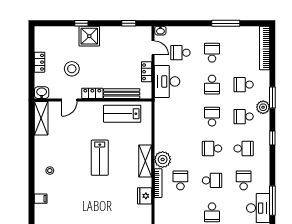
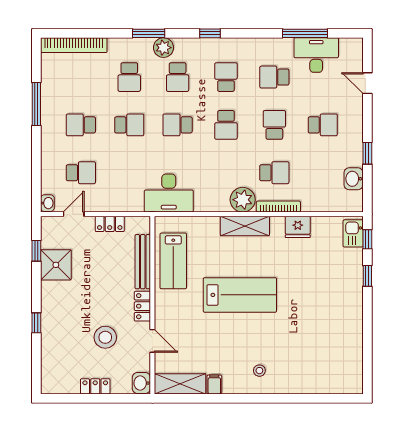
shower: (89, 36) -> (56, 265), moved
school desk: (180, 53) -> (81, 173), turned -90
desk: (167, 81) -> (169, 193), moved
lab bench: (100, 158) -> (240, 295), width x1.36, depth x1.39
school desk: (180, 180) -> (274, 173), turned 180
filing cabinet: (41, 199) -> (214, 384), moved

